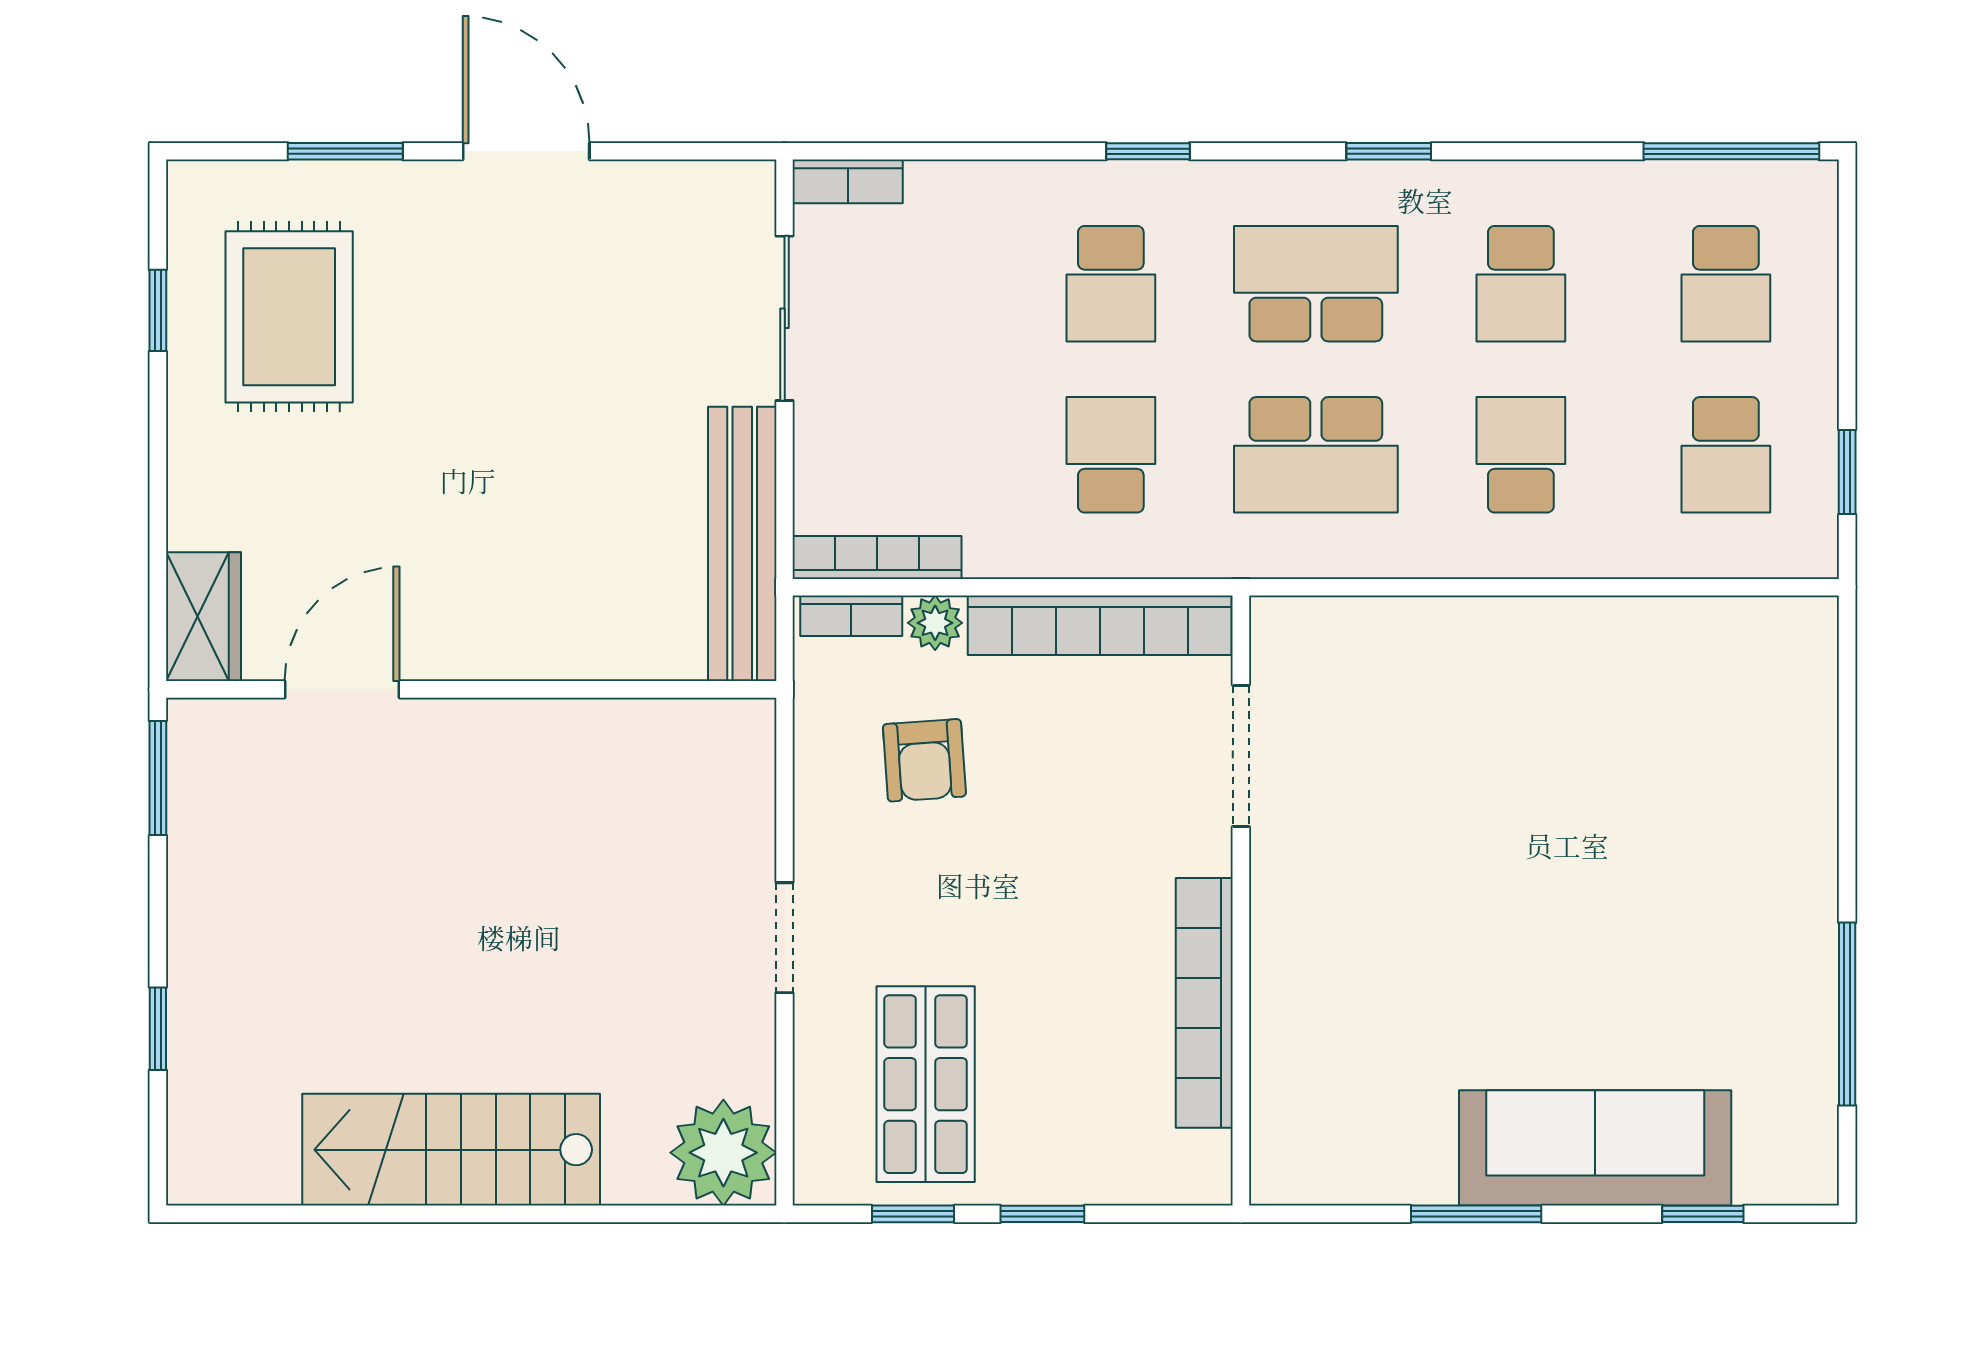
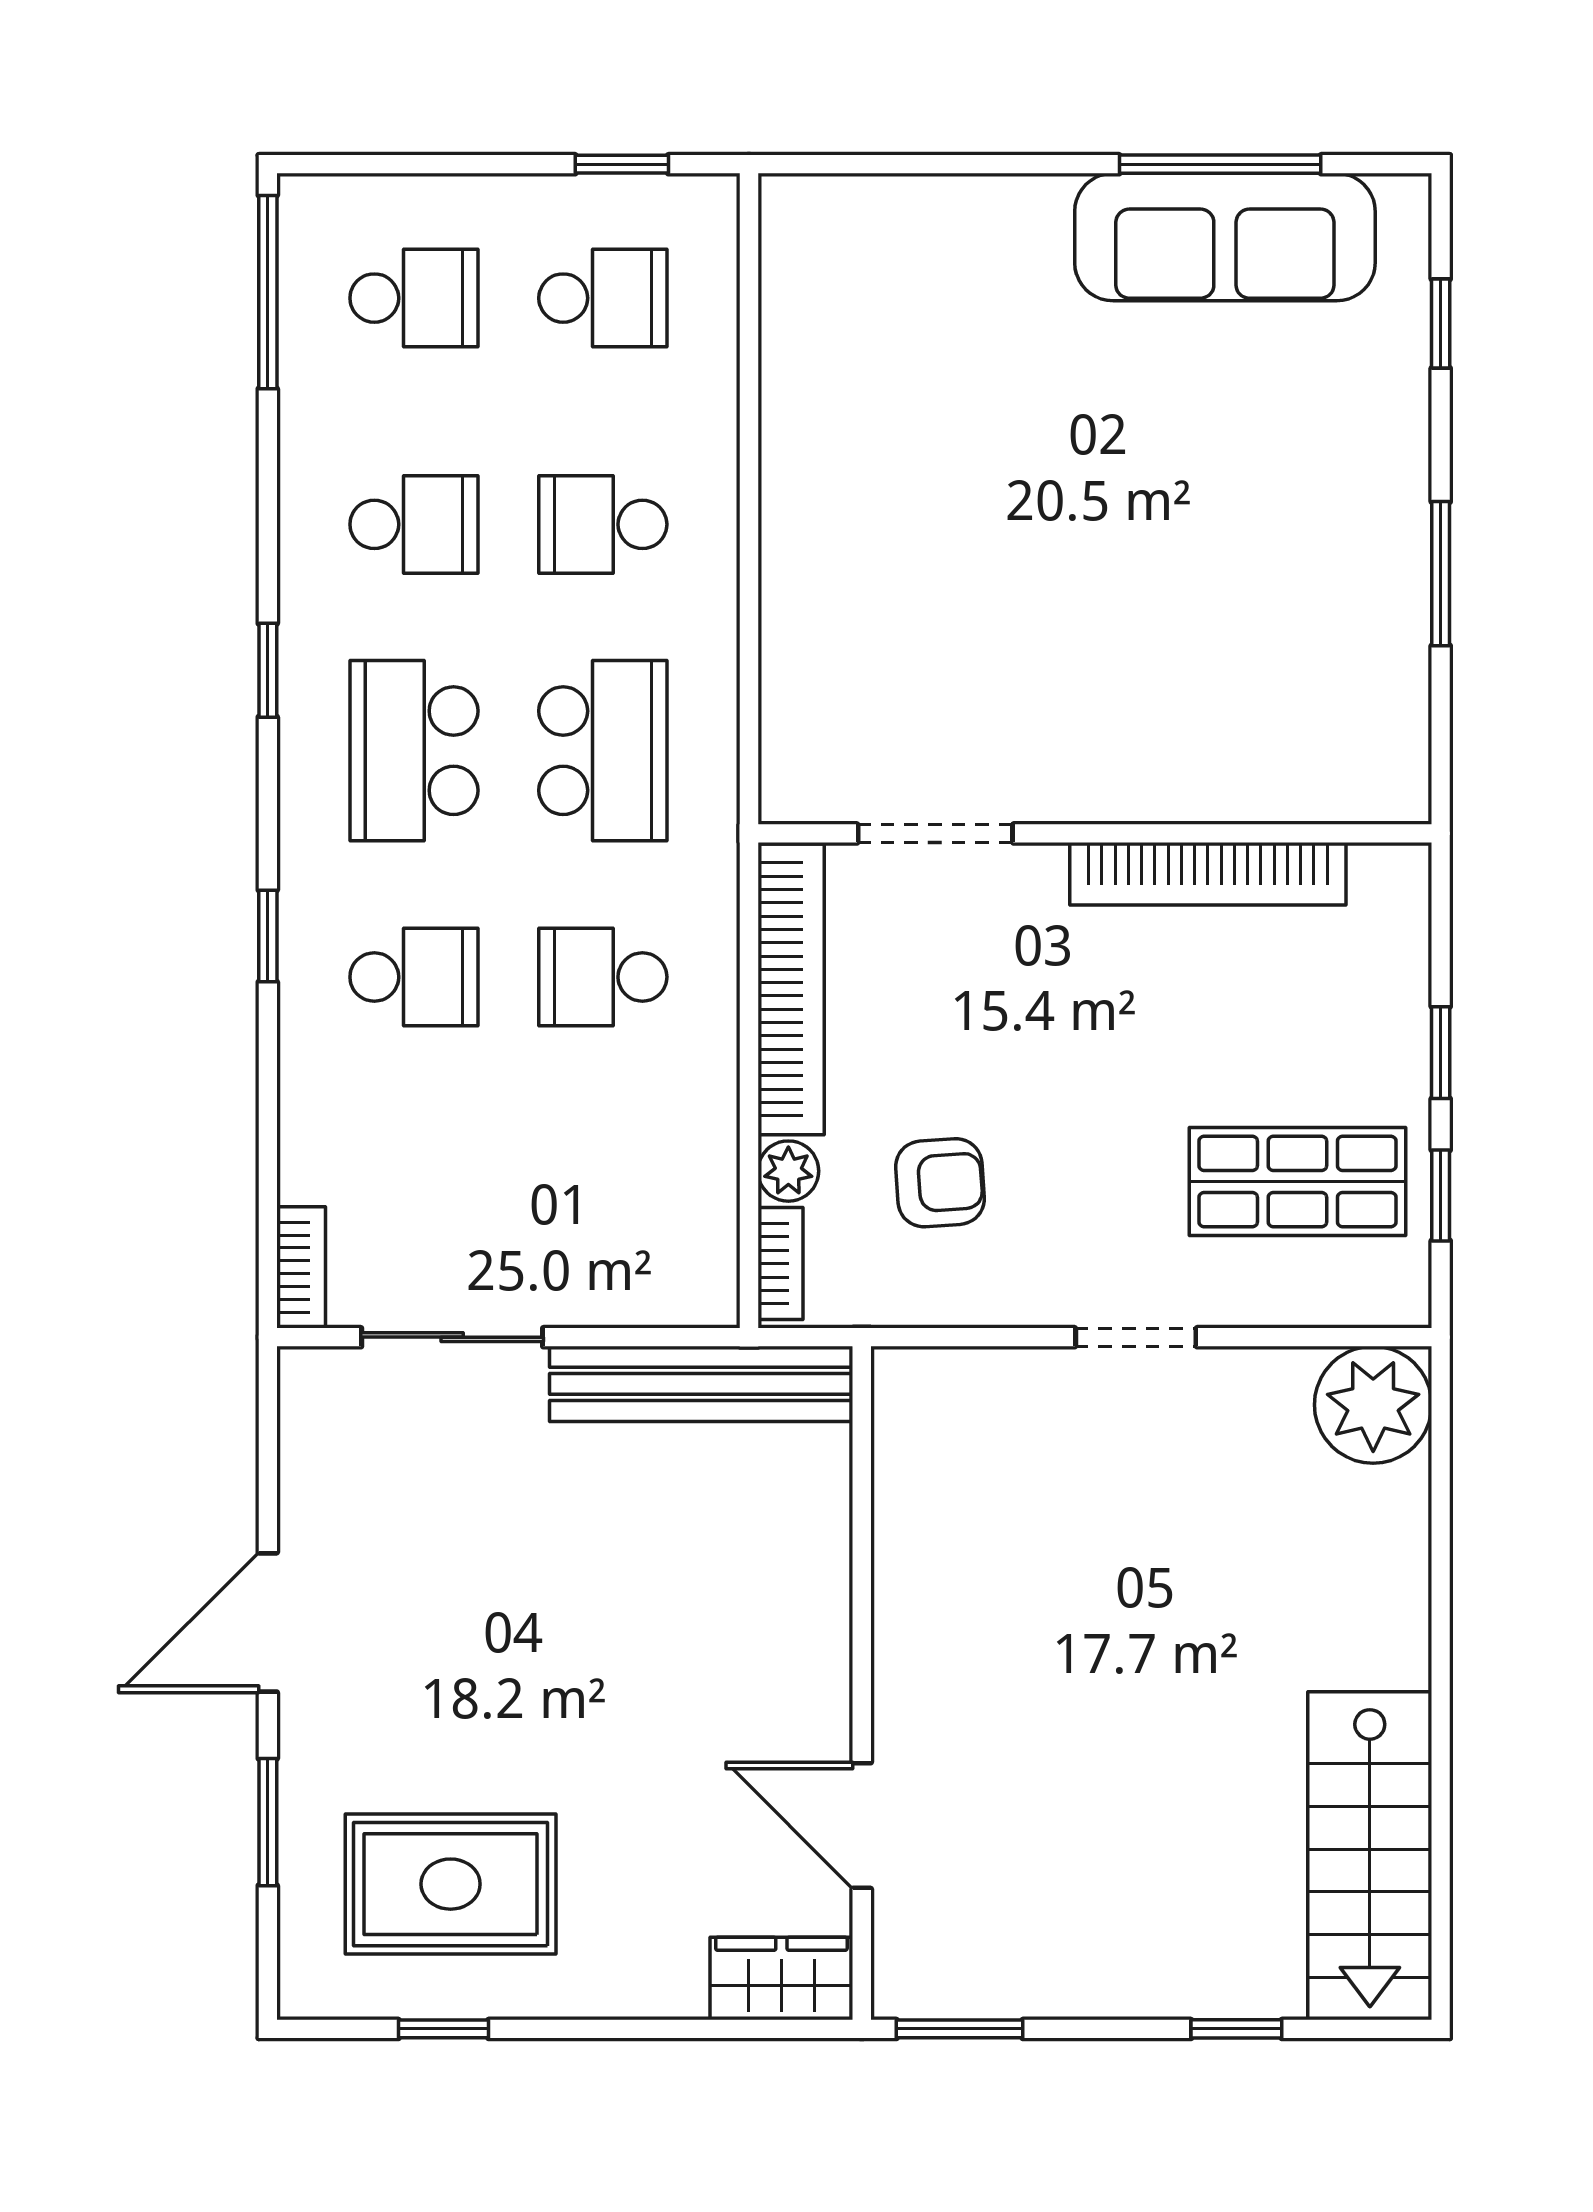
bookcase: (877, 557) -> (716, 1235), removed
sofa: (1595, 1148) -> (1225, 237), moved, turned -90
stairs: (451, 1150) -> (1370, 1856), moved

